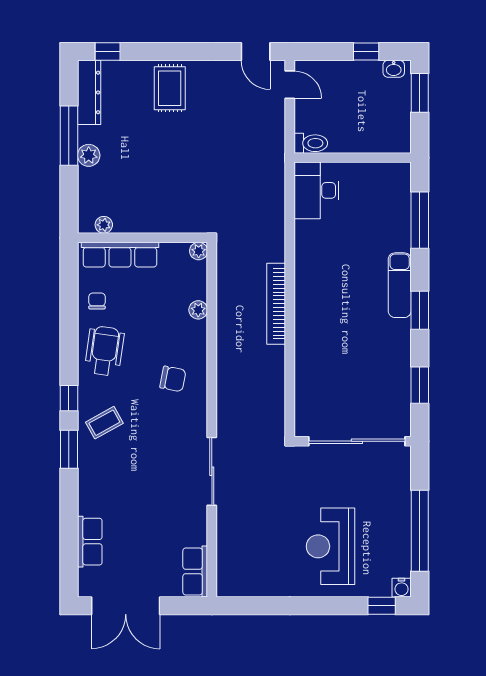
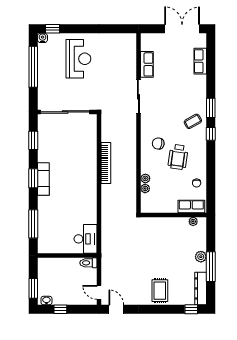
plant: (199, 251) -> (145, 189), moved
row of seats: (120, 255) -> (191, 206), width x0.68
exam couch: (400, 285) -> (43, 179), moved
bookcase: (276, 304) -> (106, 163), moved
wheelchair: (104, 351) -> (178, 157), moved
row of seats: (195, 571) -> (147, 64), moved

